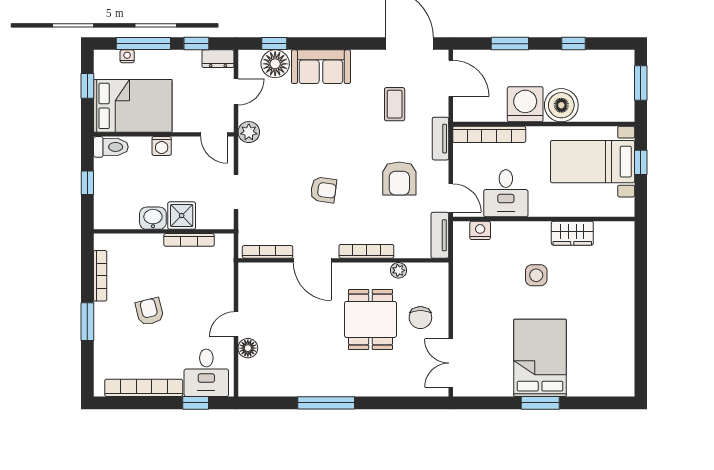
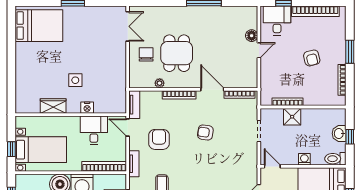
plant: (249, 132) -> (251, 168), removed
washbasin: (153, 218) -> (339, 133), moved, turned 90
nightstand: (480, 230) -> (87, 108), moved
bed: (540, 358) -> (39, 26), moved, turned -90

